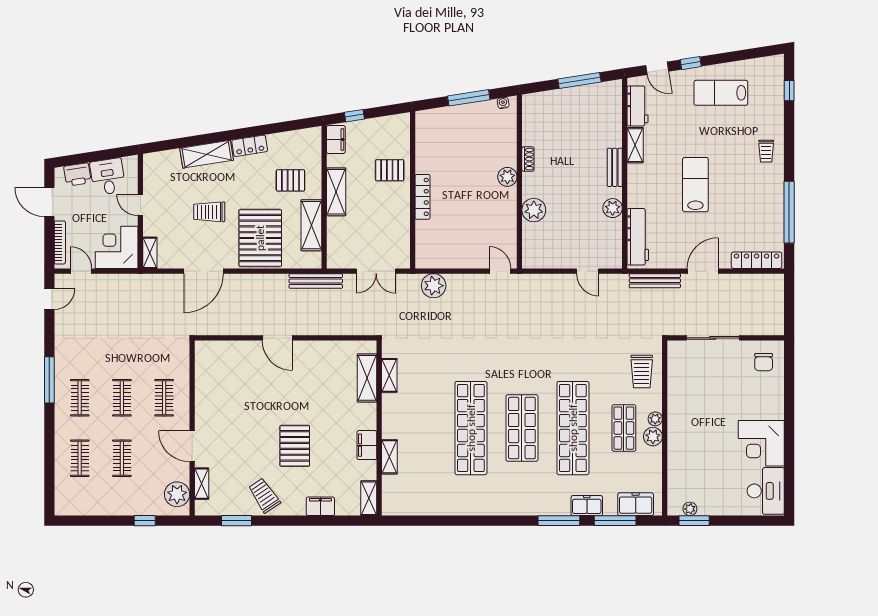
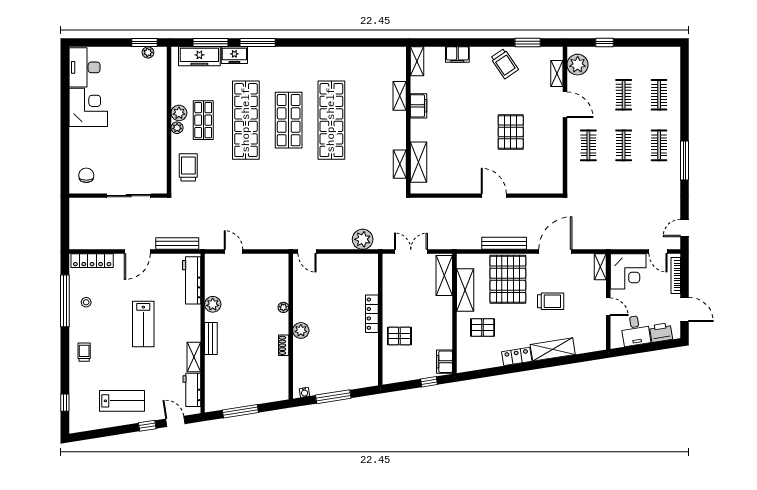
shelving: (336, 192) -> (444, 275), moved
plant: (534, 210) -> (283, 307), width x0.53, depth x0.53
stool: (764, 211) -> (86, 302), added
bench: (316, 281) -> (504, 243), moved
pallet: (295, 446) -> (511, 132), moved
freezer: (636, 504) -> (199, 56), width x1.40

